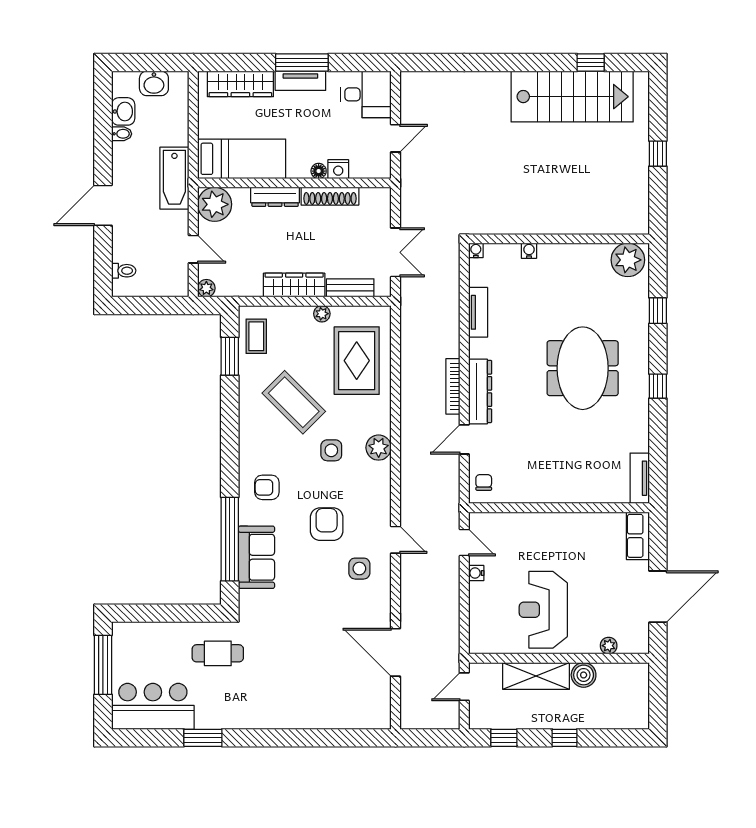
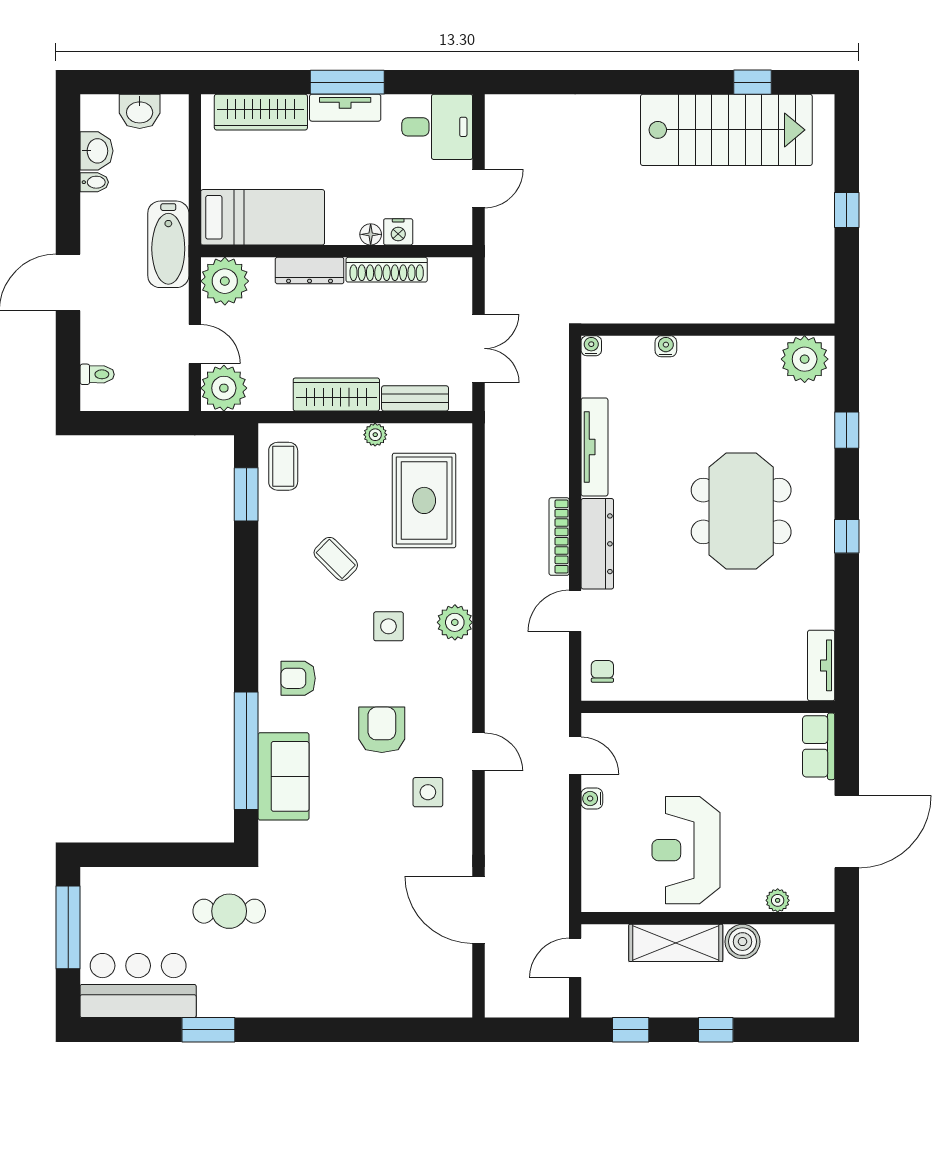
plant: (206, 288) -> (224, 388), width x1.87, depth x1.87
tv unit: (478, 312) -> (594, 447), width x1.41
coffee table: (294, 402) -> (336, 559), width x0.54, depth x0.58

